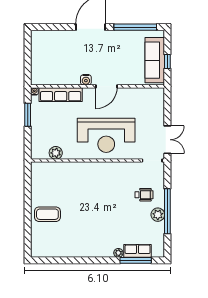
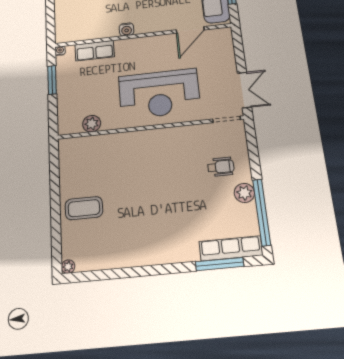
door: (106, 86) -> (190, 30), moved
row of seats: (61, 95) -> (95, 51), width x0.68
window: (167, 211) -> (262, 212), moved
row of seats: (138, 251) -> (231, 248), width x1.48
plant: (118, 253) -> (68, 267), moved

